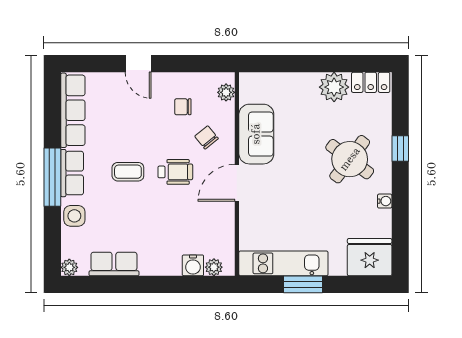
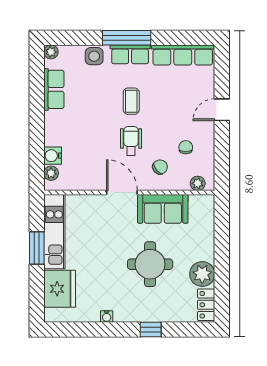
round table: (350, 159) -> (150, 264), moved, turned -37
wheelchair: (175, 172) -> (131, 141), turned 180
fridge: (370, 257) -> (60, 289), moved

